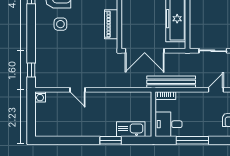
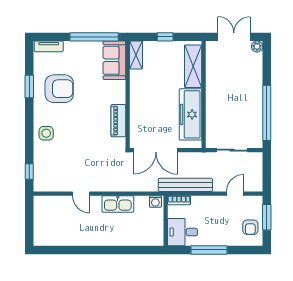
side table: (60, 24) -> (46, 133), moved
washing machine: (40, 97) -> (155, 202), moved
kitchen sink: (131, 129) -> (118, 204), moved, turned 180
window: (111, 140) -> (118, 250), removed

